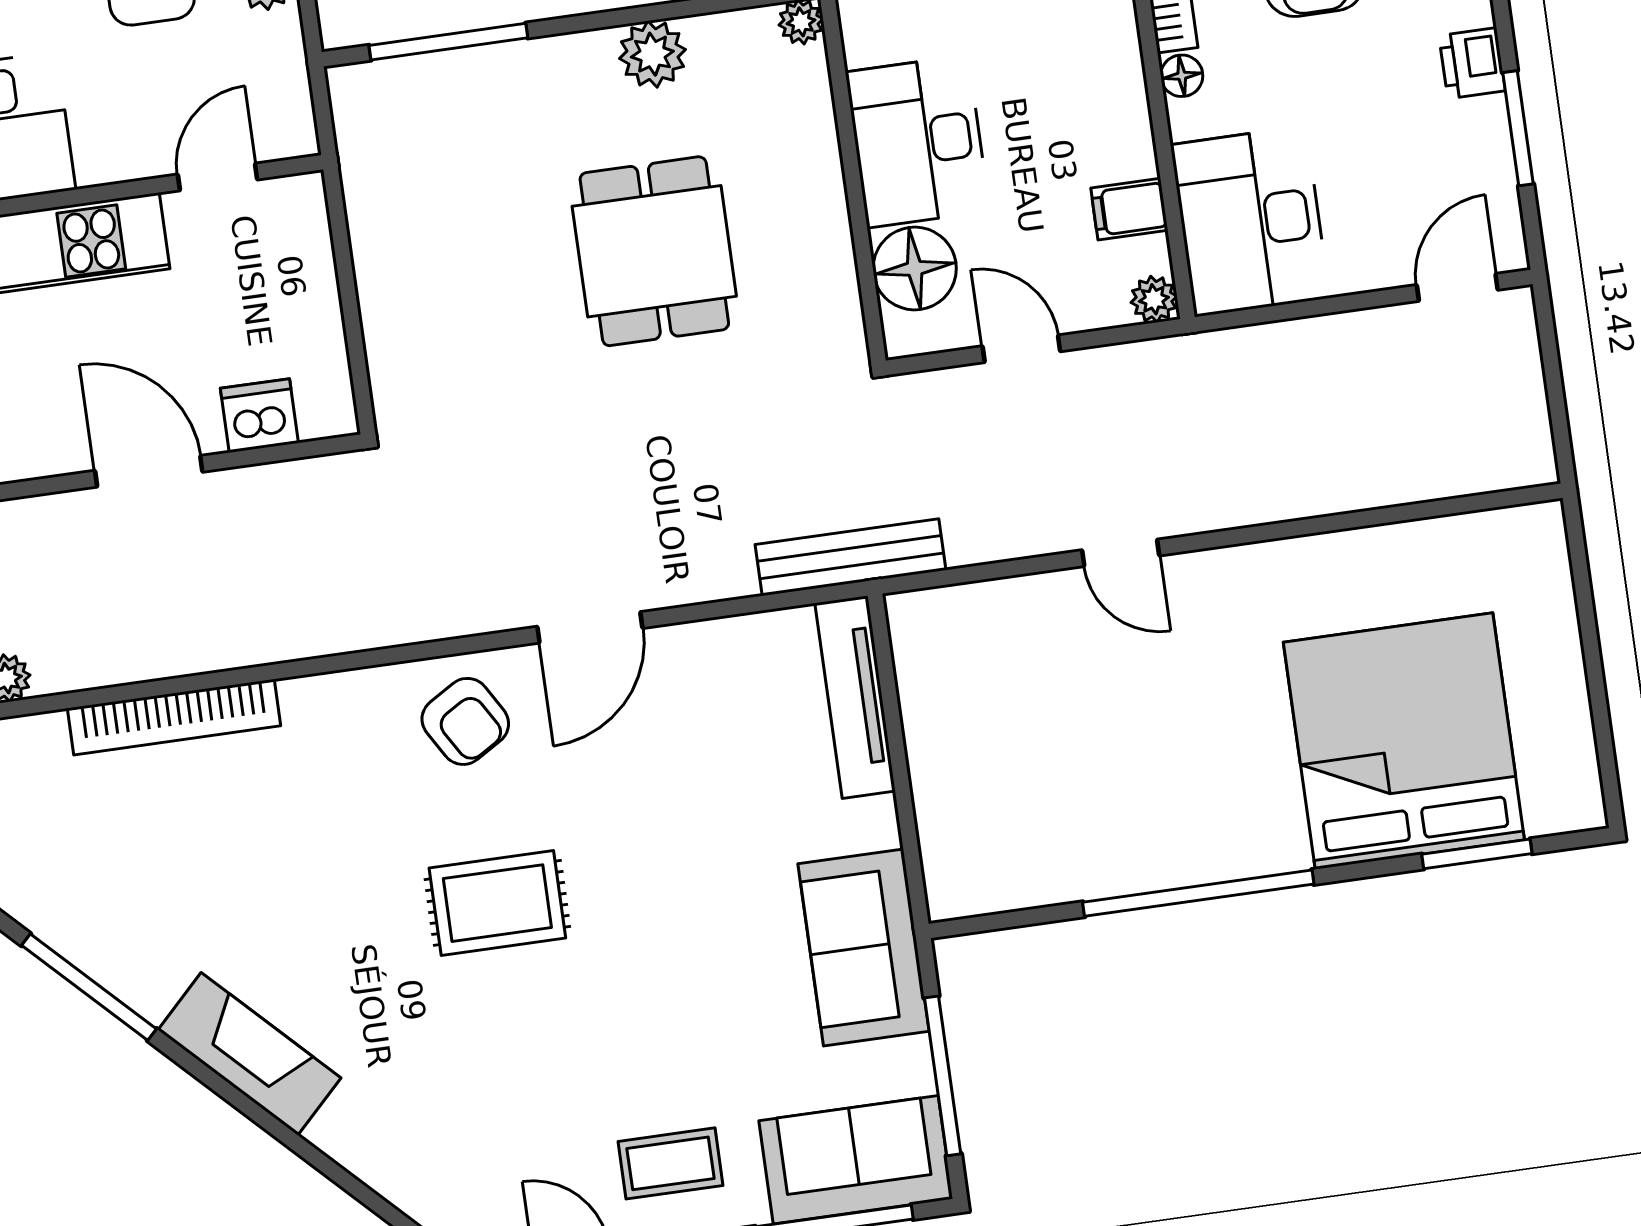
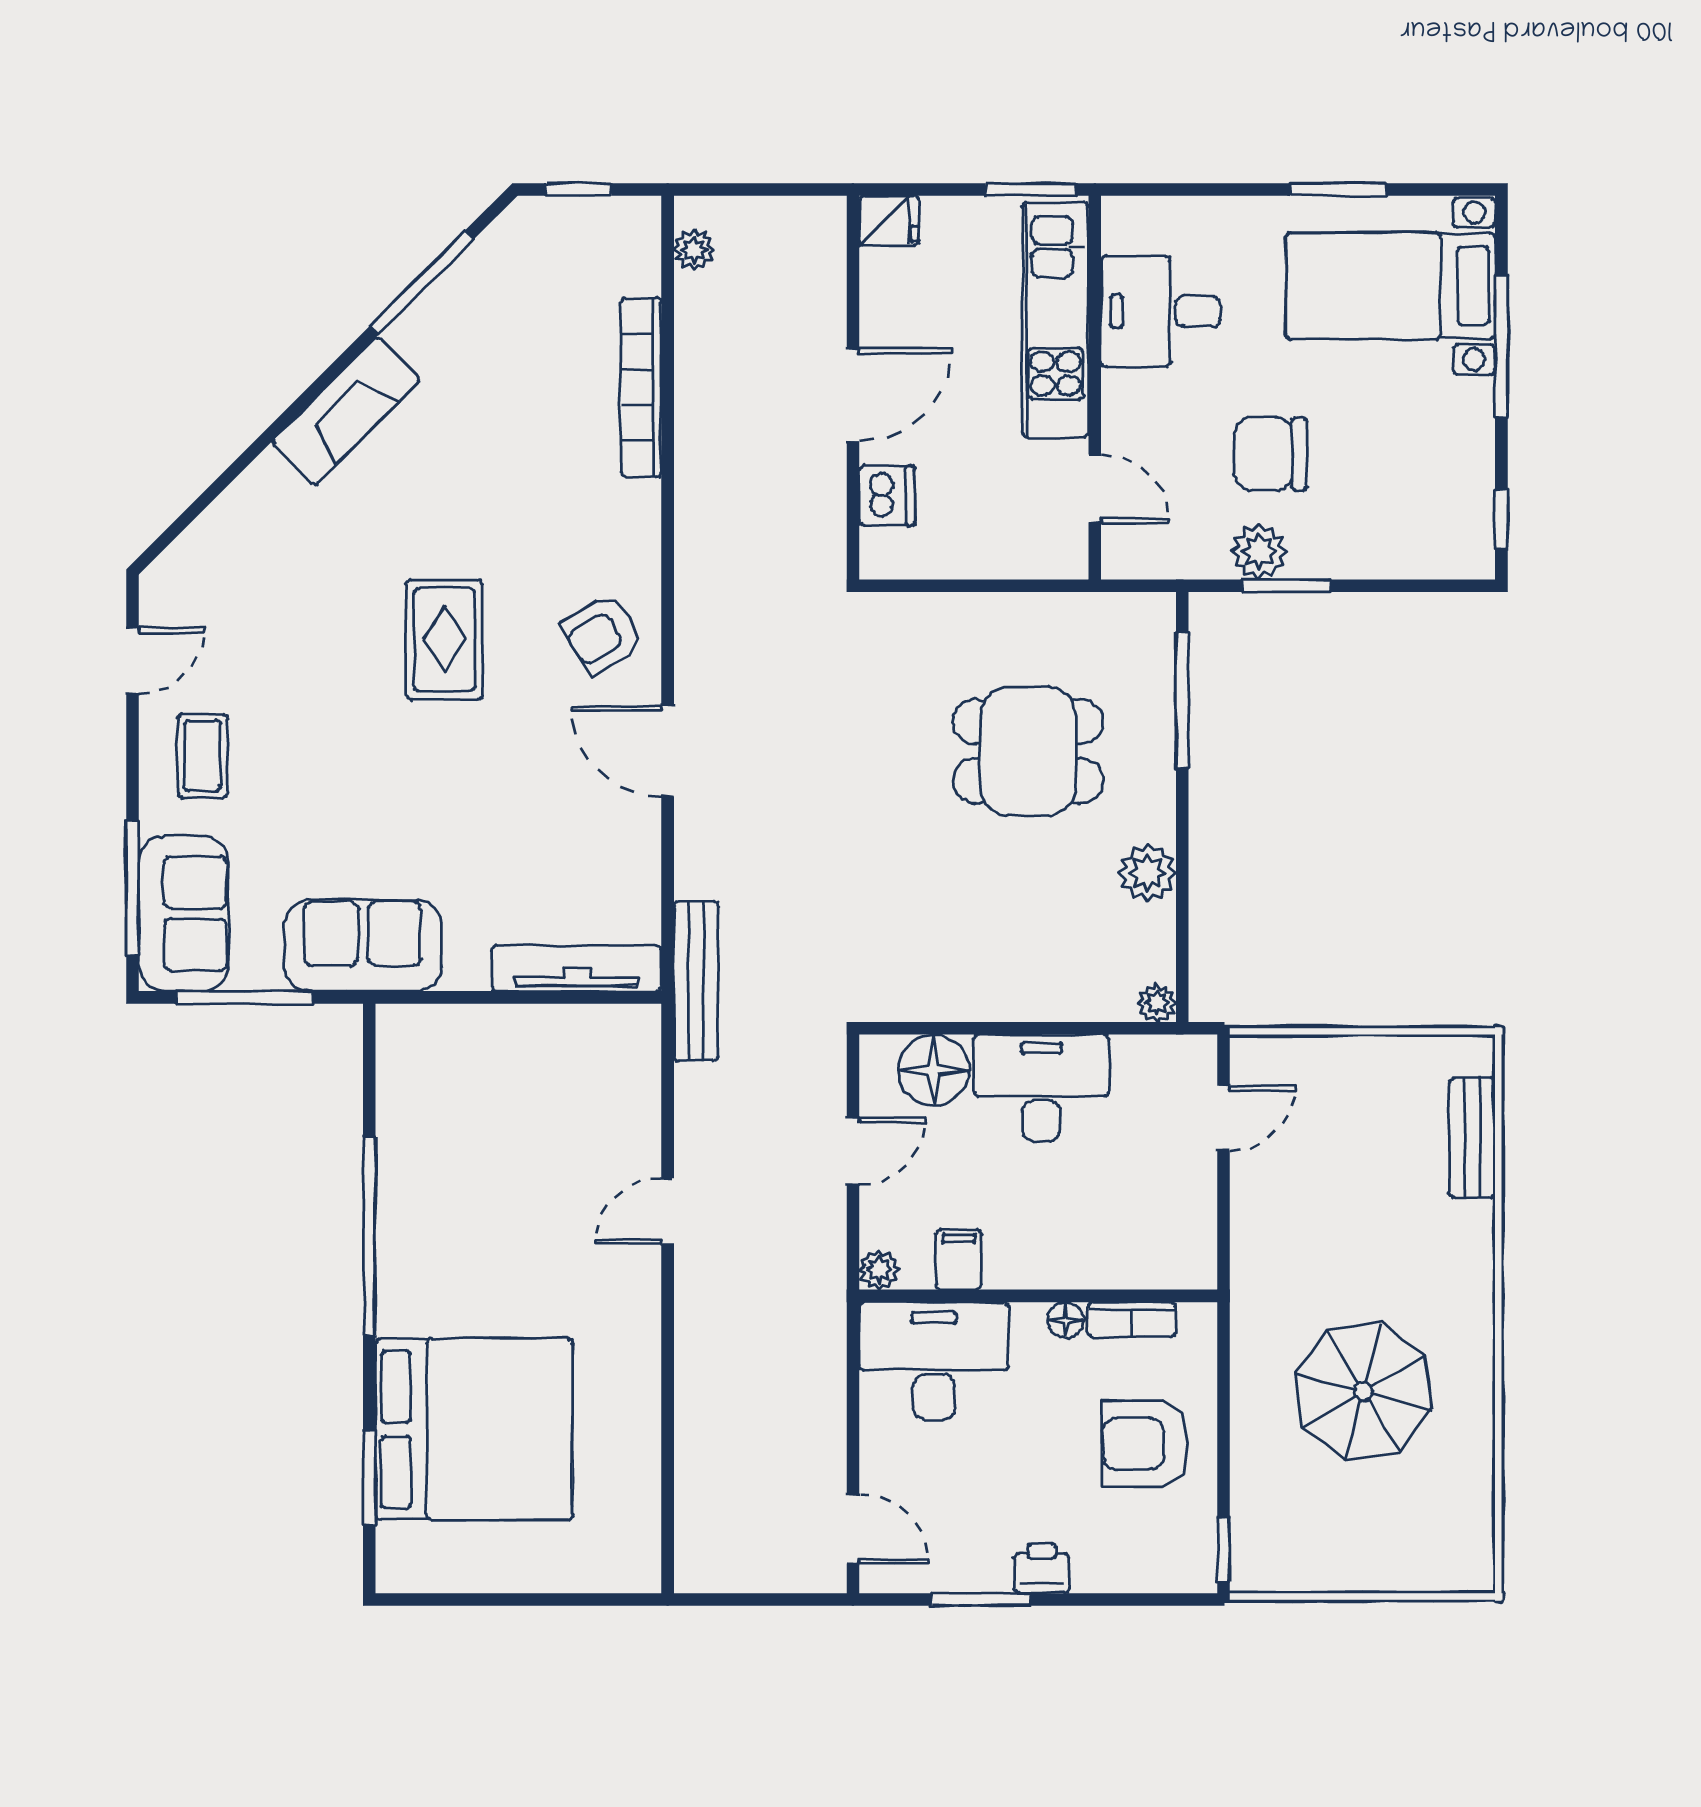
dining table: (654, 251) -> (1028, 751), moved

